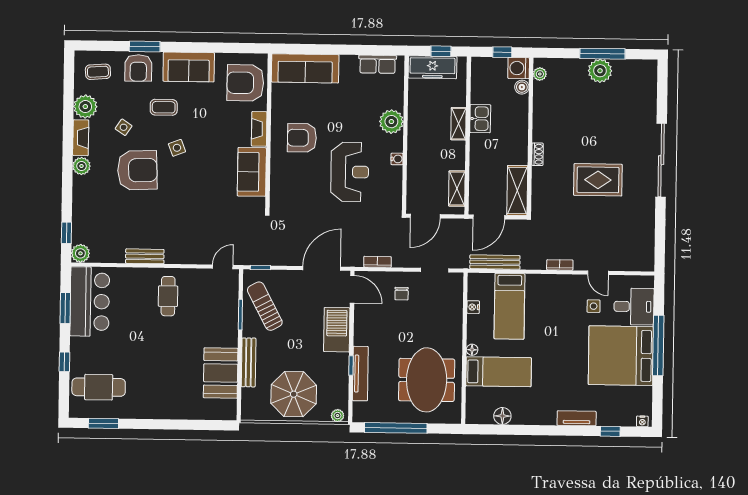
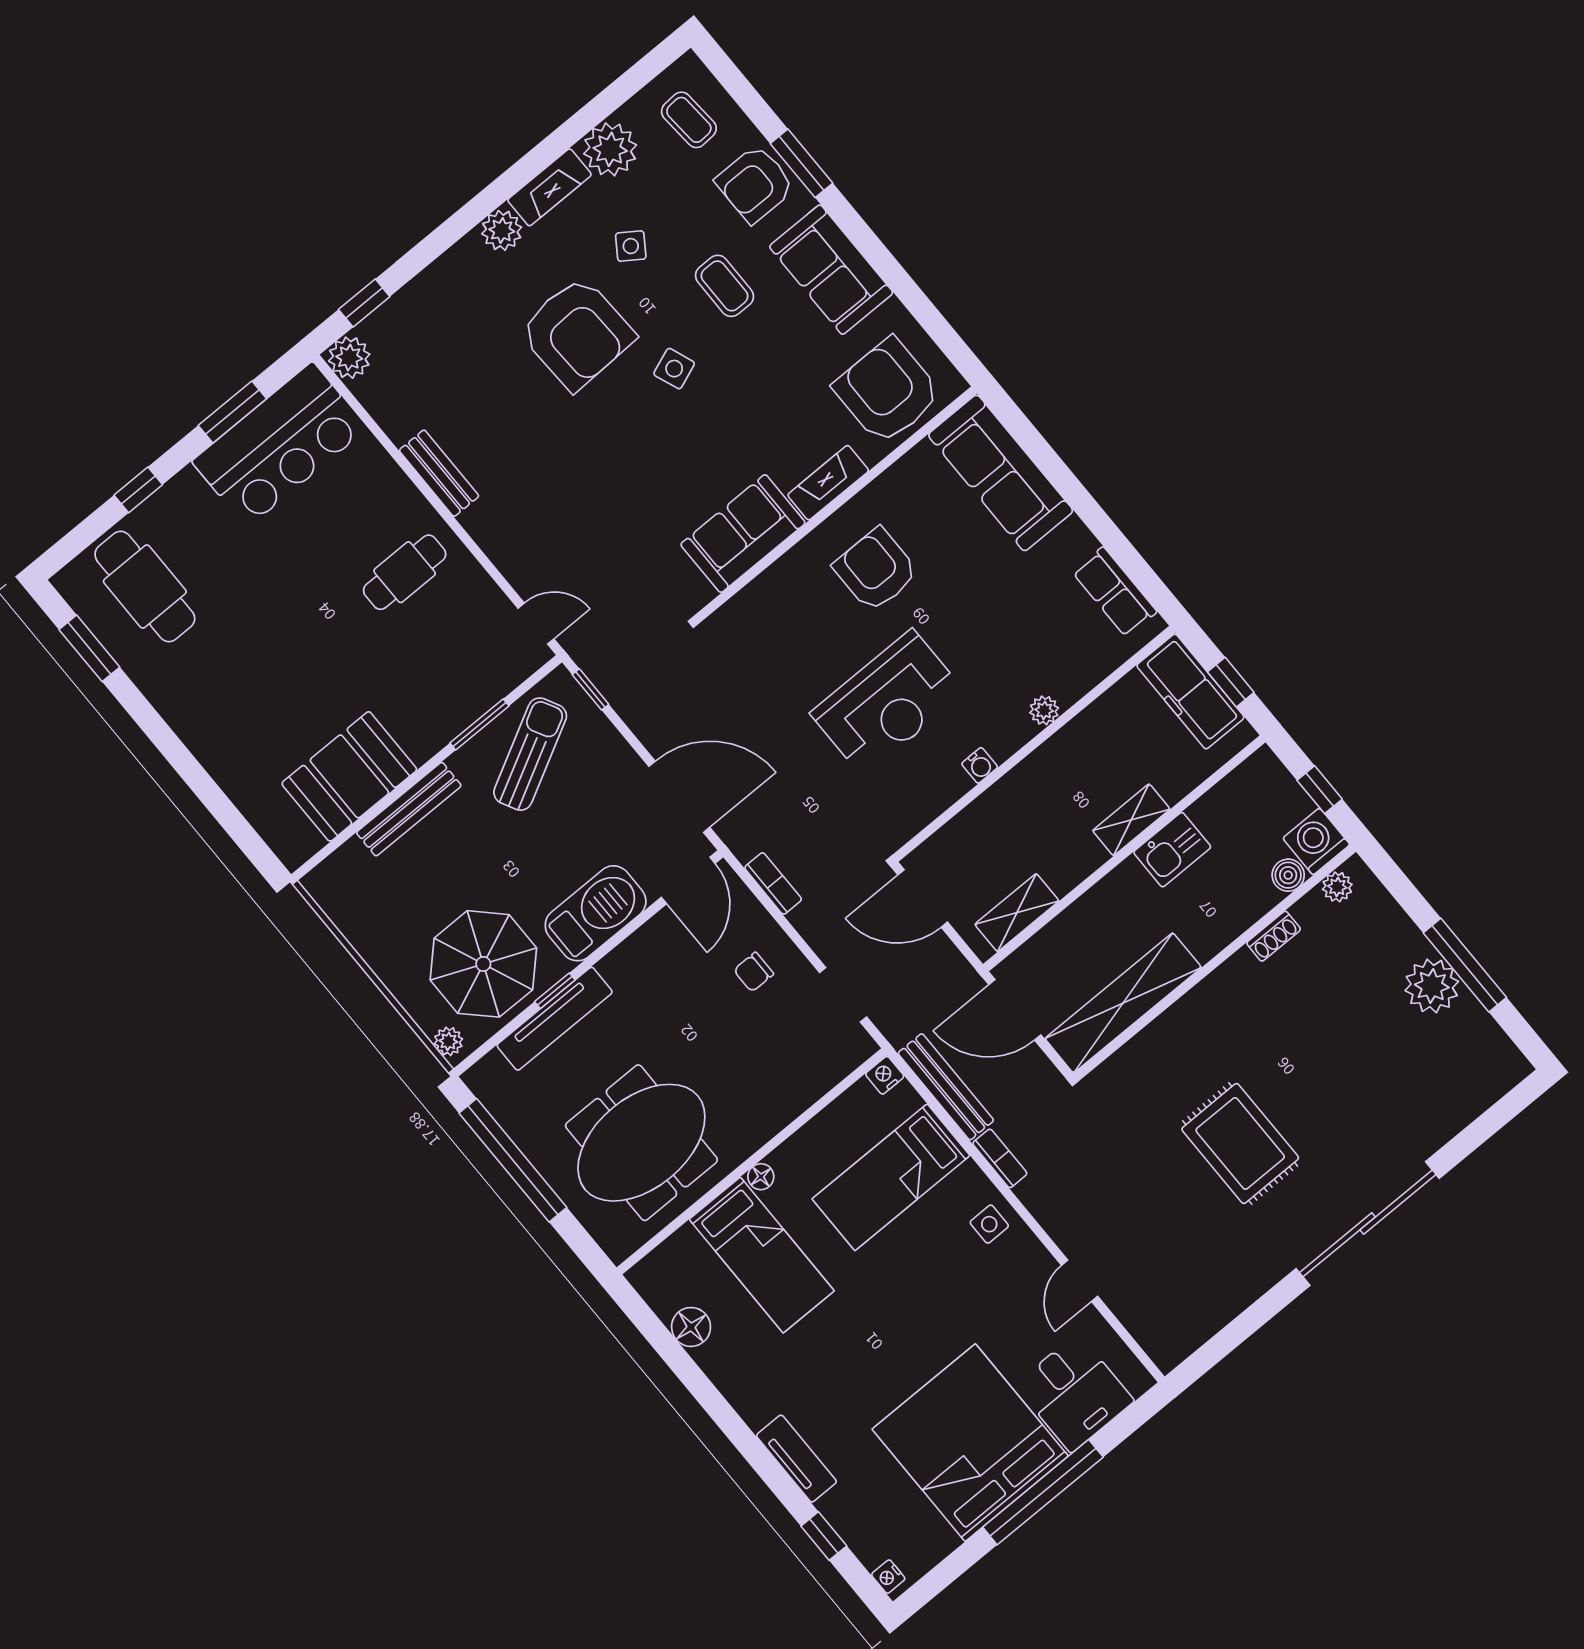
plant: (391, 122) -> (1044, 710), width x0.53, depth x0.53
shoe rack: (537, 154) -> (1274, 936), moved
shelving: (517, 190) -> (1123, 1003), width x1.47
bookcase: (560, 265) -> (1000, 1158), moved
side table: (594, 306) -> (989, 1224), moved
nightstand: (473, 307) -> (885, 1075), moved
parasol: (294, 394) -> (483, 964), moved

